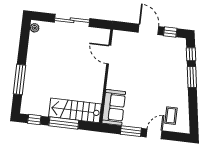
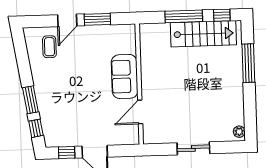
sliding door: (72, 20) -> (193, 148), width x0.73
door: (109, 55) -> (140, 112), swing flipped
sofa: (114, 107) -> (125, 77), moved
stairs: (75, 110) -> (203, 34), moved

